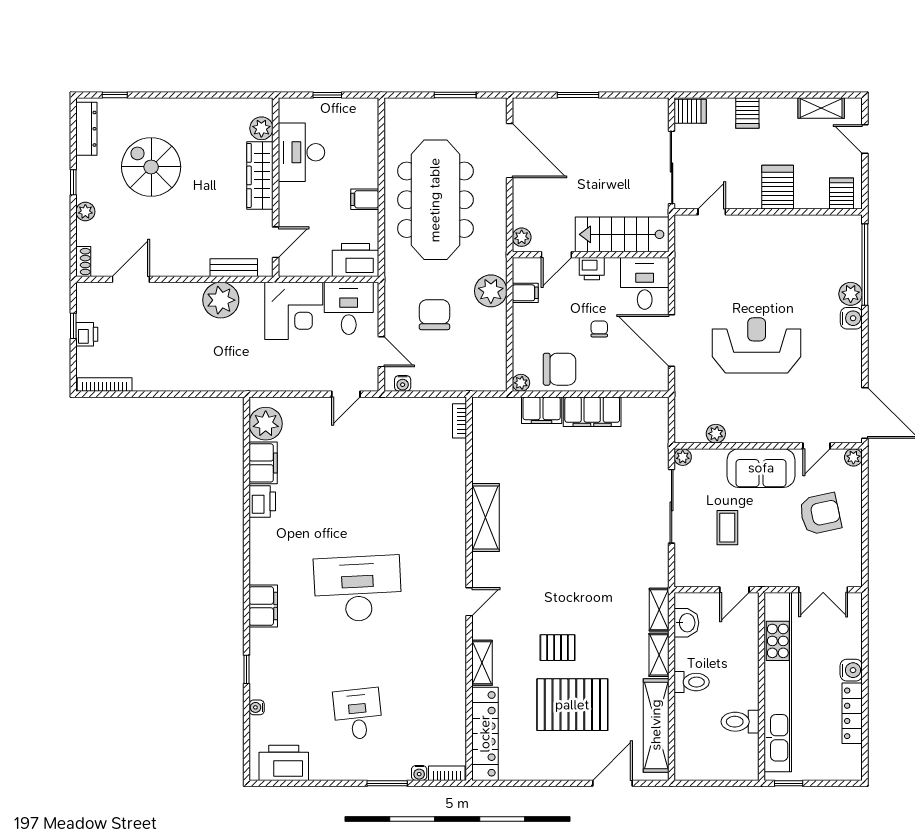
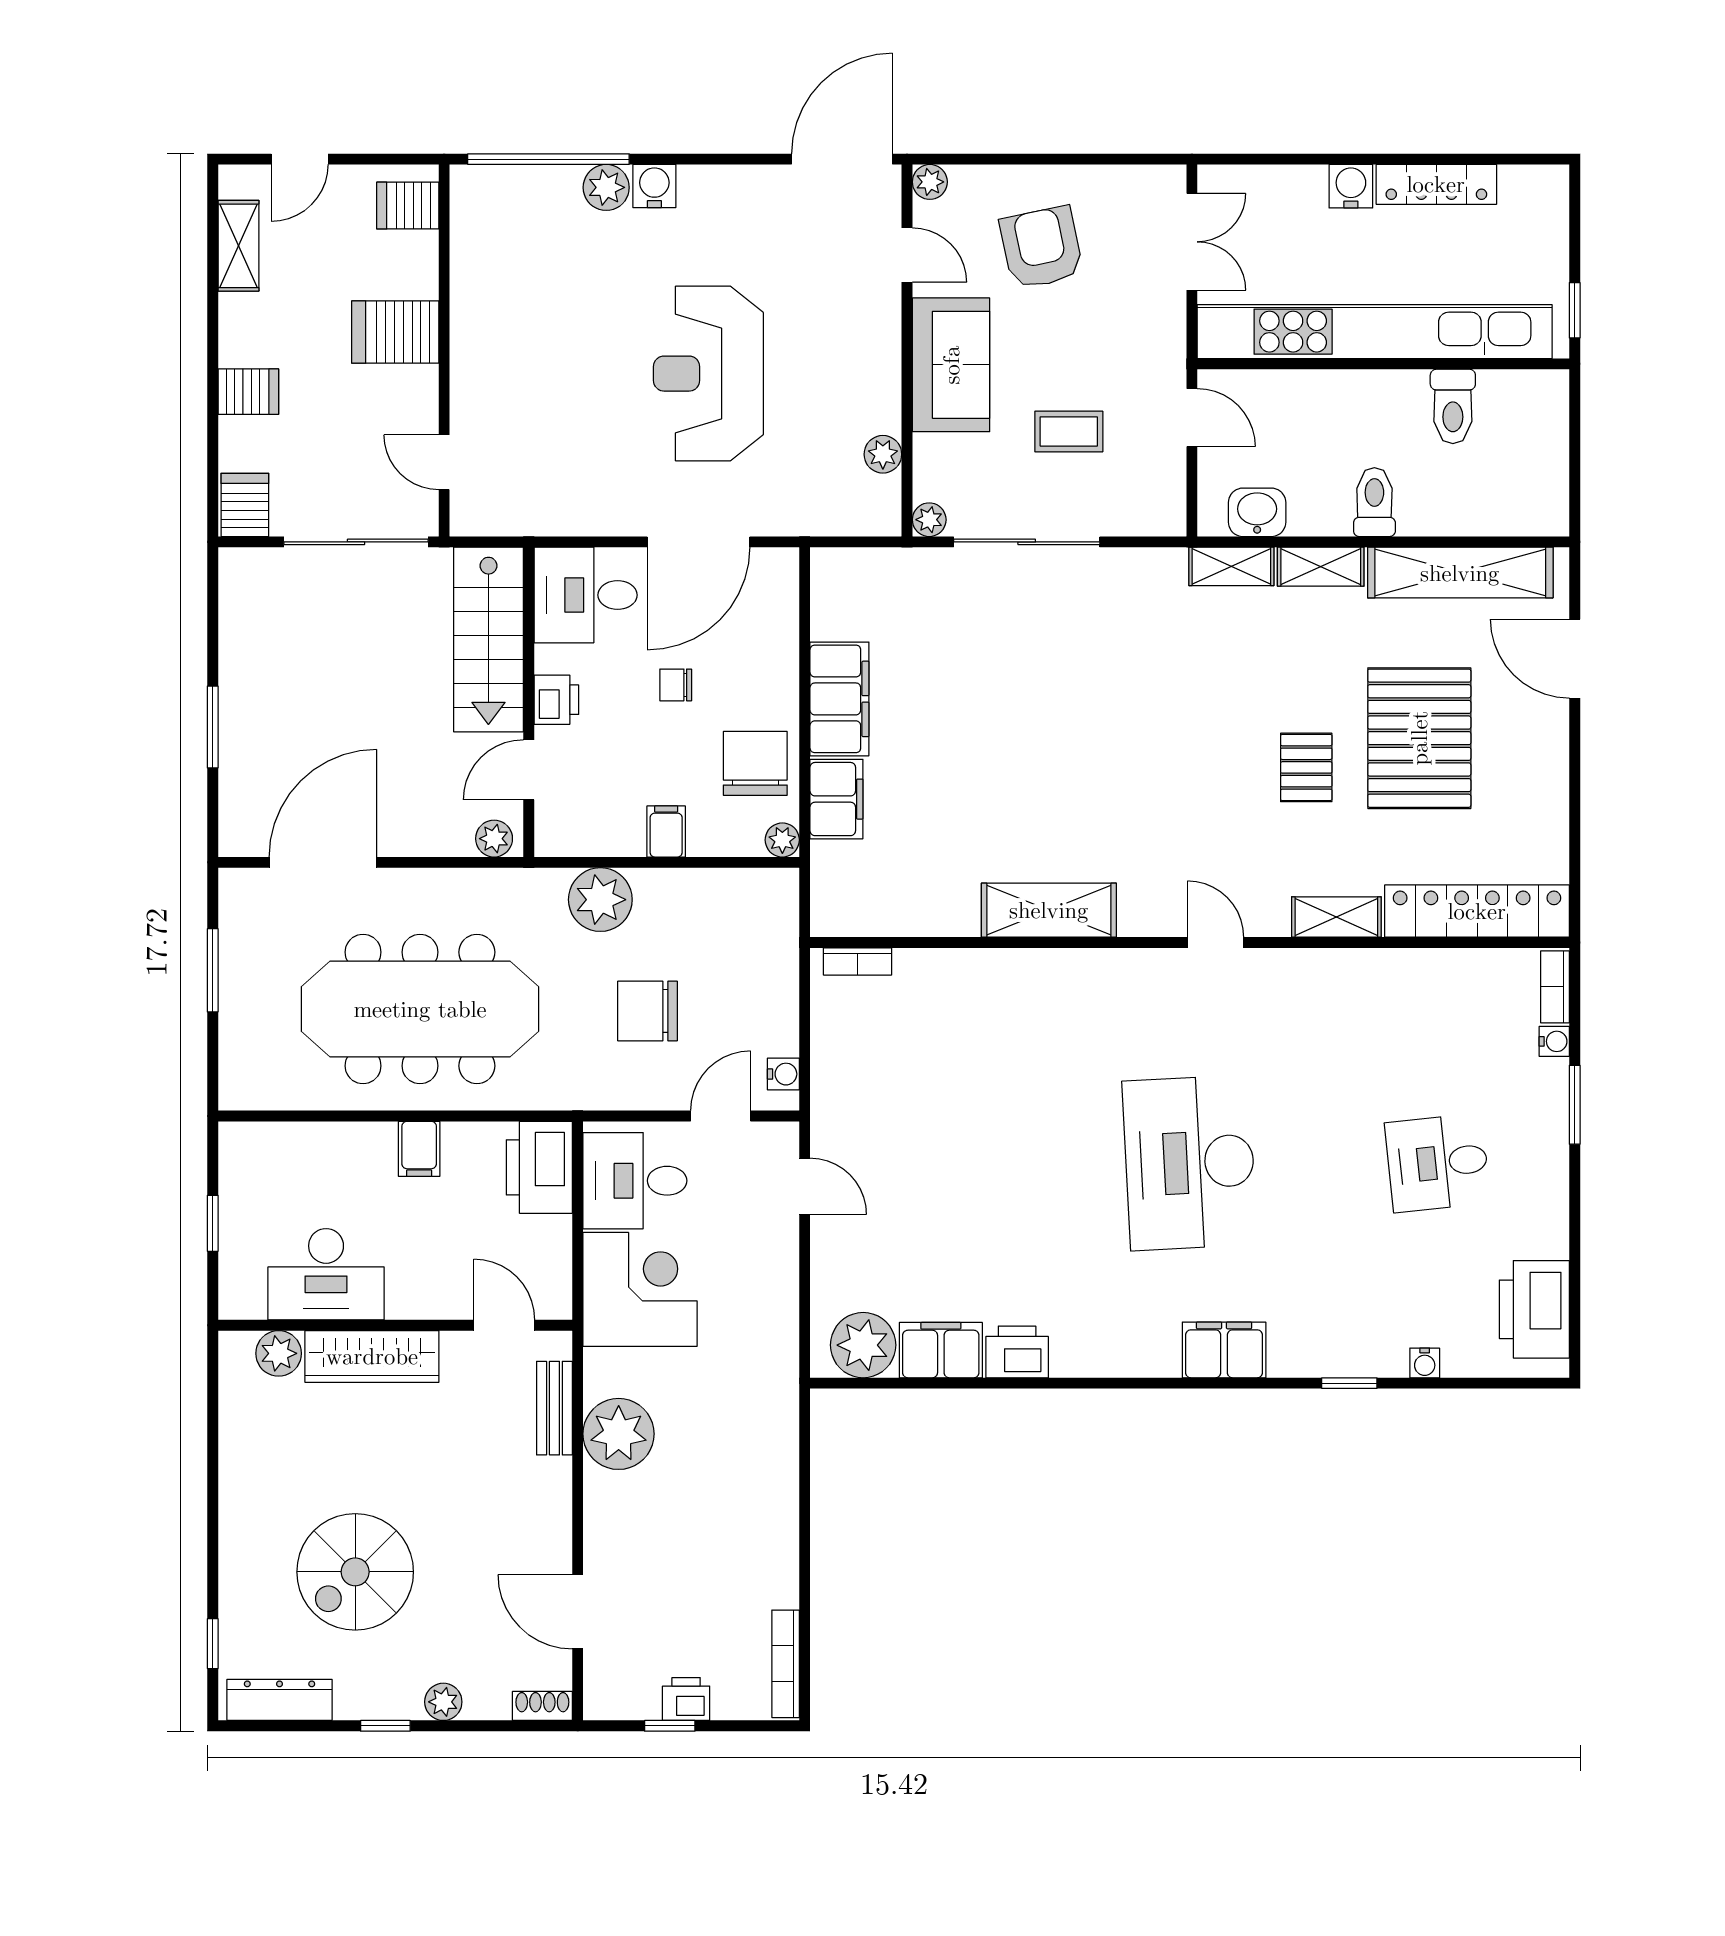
door: (556, 255) -> (529, 770), swing flipped
filing cabinet: (525, 293) -> (666, 831), moved

